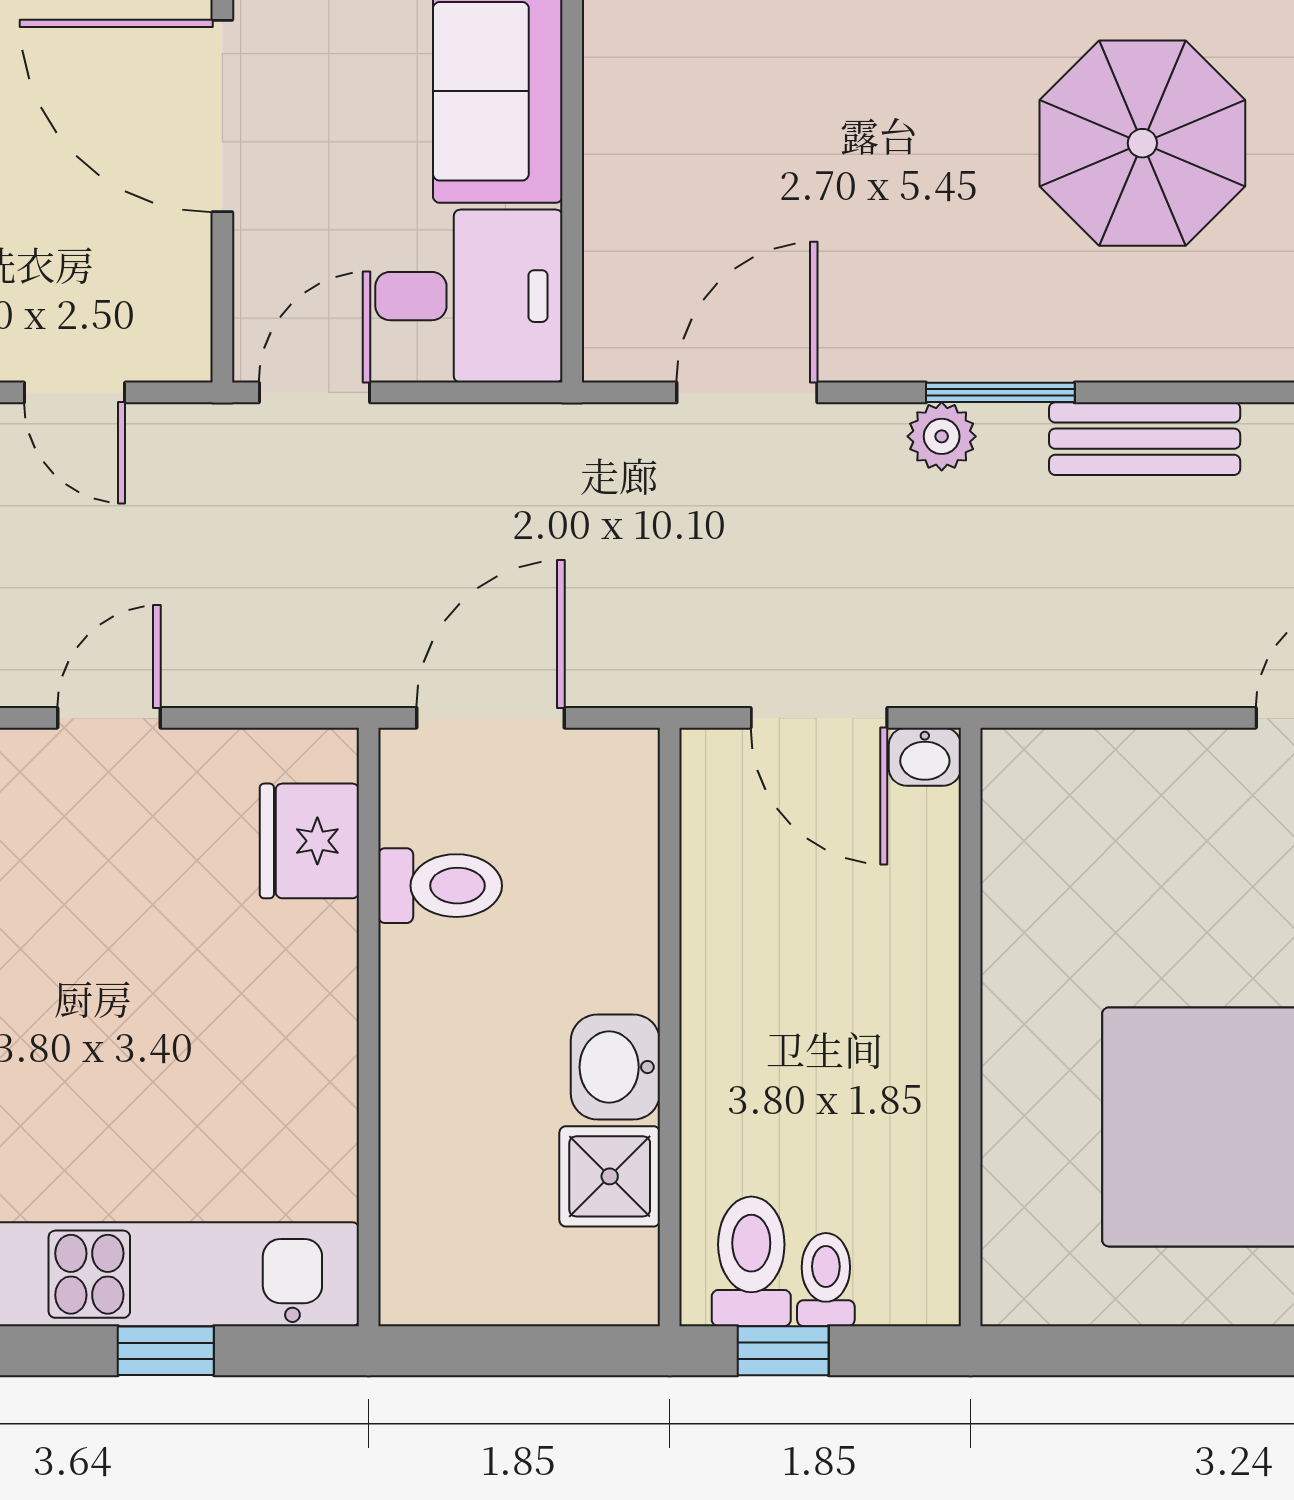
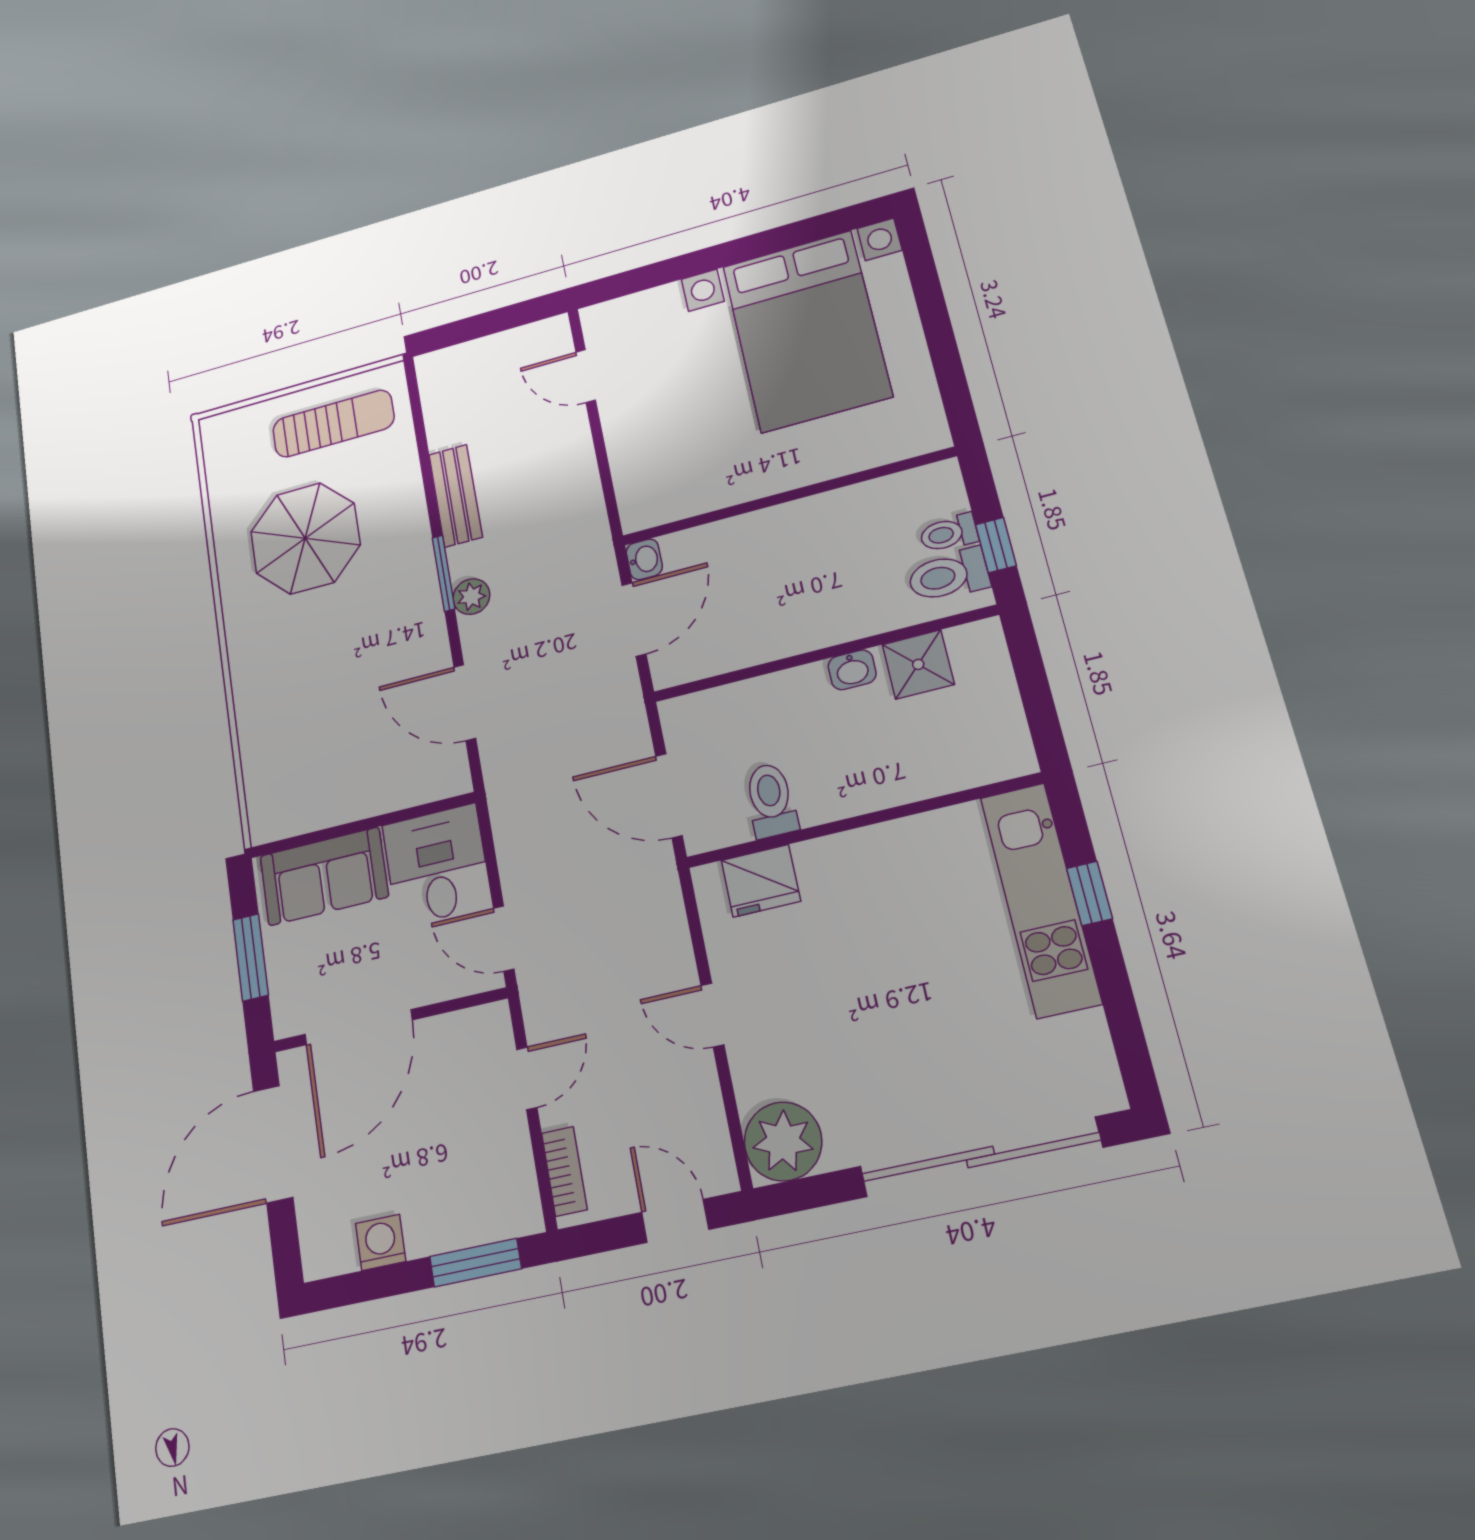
washbasin: (615, 1067) -> (852, 670), width x0.72, depth x0.69

